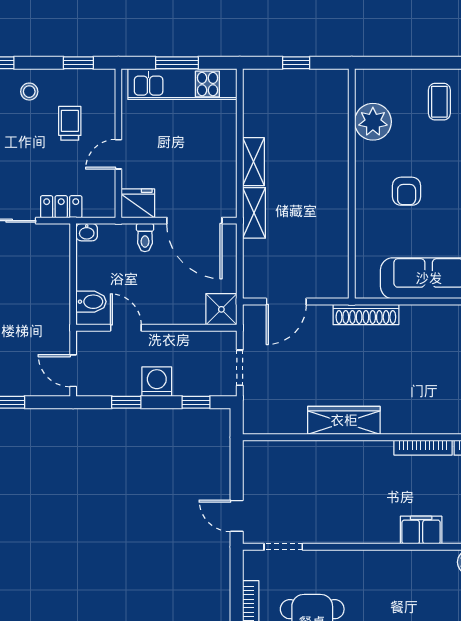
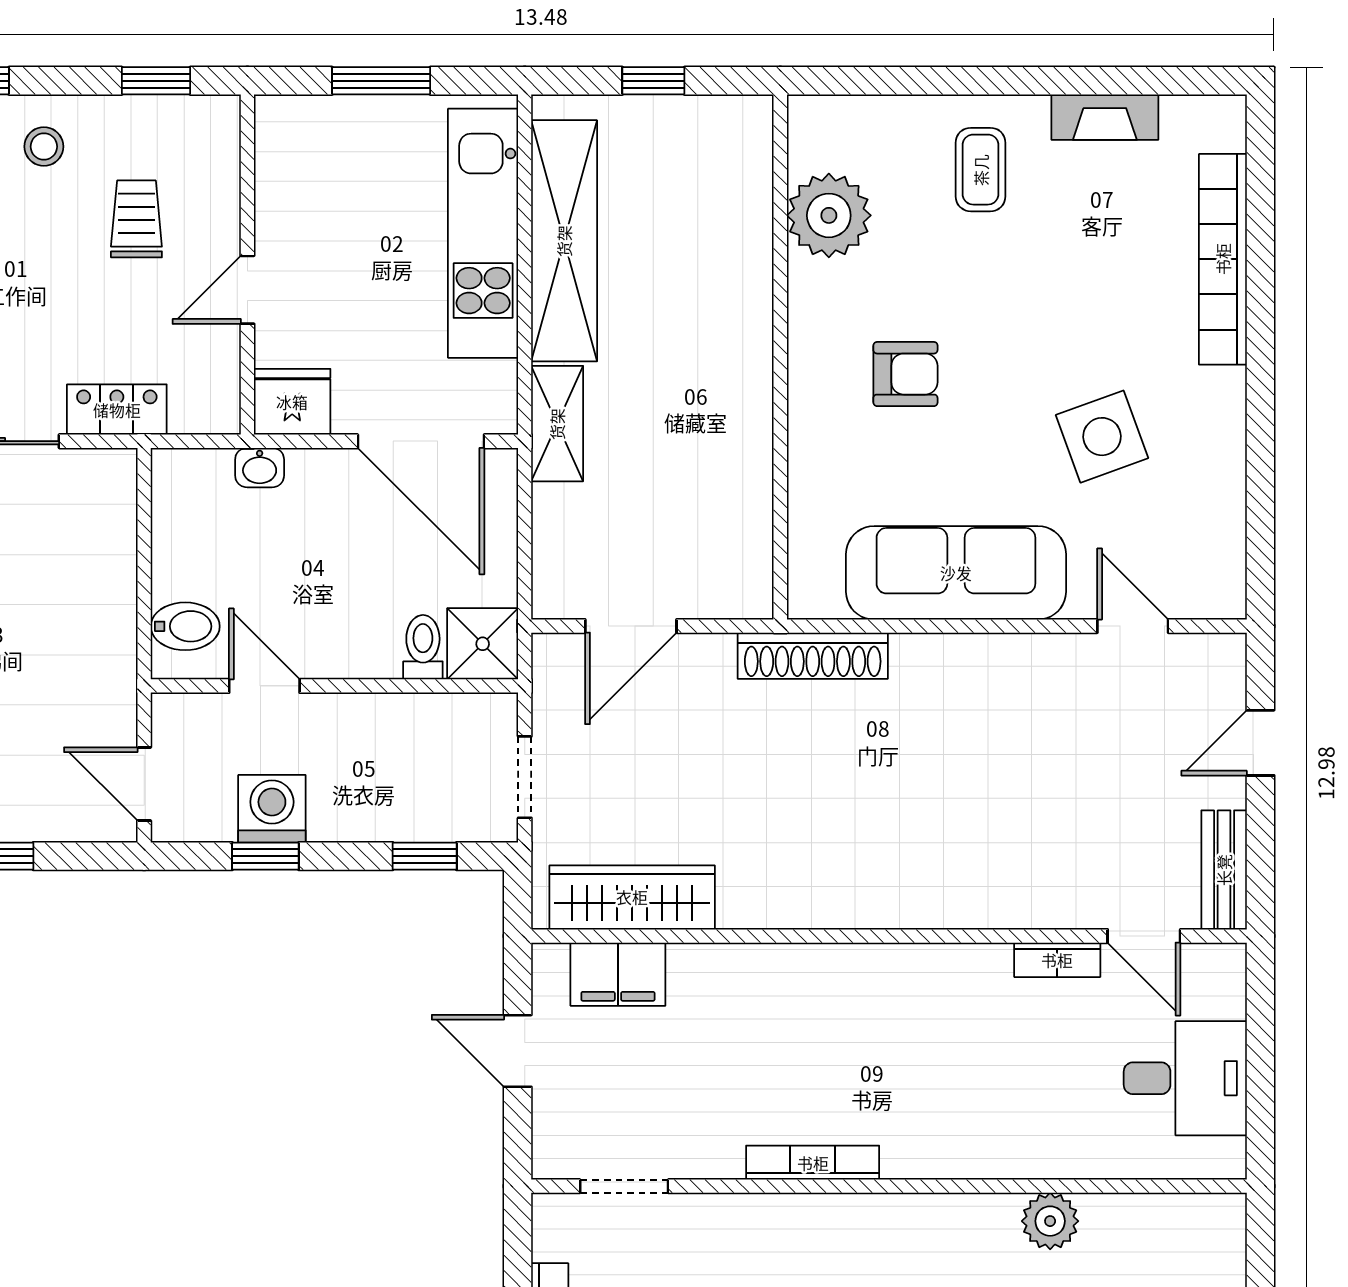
kitchen unit: (182, 84) -> (483, 233), moved, turned 90
shelving: (253, 162) -> (564, 241), width x2.20, depth x1.33
armchair: (407, 191) -> (905, 374), turned -90
washbasin: (87, 232) -> (260, 468), moved
toilet: (145, 238) -> (423, 647), moved, turned 180
washing machine: (157, 382) -> (272, 809), moved
wardrobe: (344, 420) -> (632, 897), moved
bookcase: (423, 448) -> (813, 1163), moved, turned 180
door: (237, 516) -> (518, 1051), moved
filing cabinet: (421, 530) -> (618, 974), moved, turned 180

